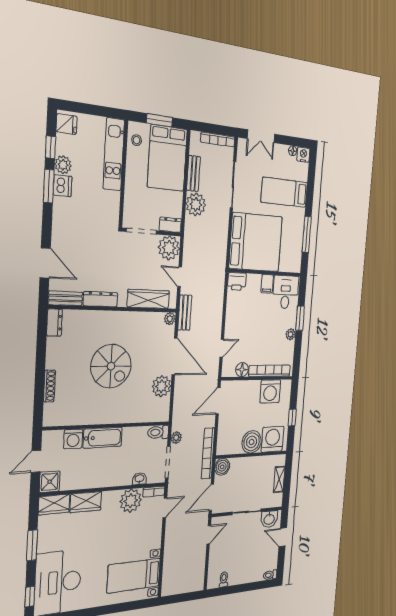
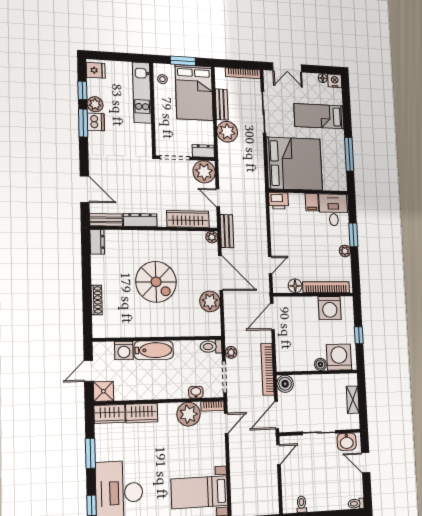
boiler: (252, 442) -> (320, 364), width x0.54, depth x0.54

